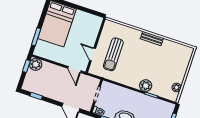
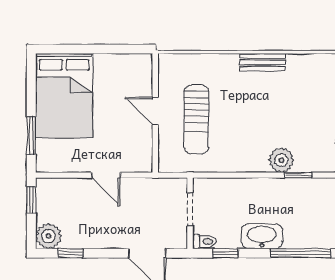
door: (93, 54) -> (155, 111), moved
plant: (36, 64) -> (48, 236), moved
door: (74, 69) -> (106, 175), moved

